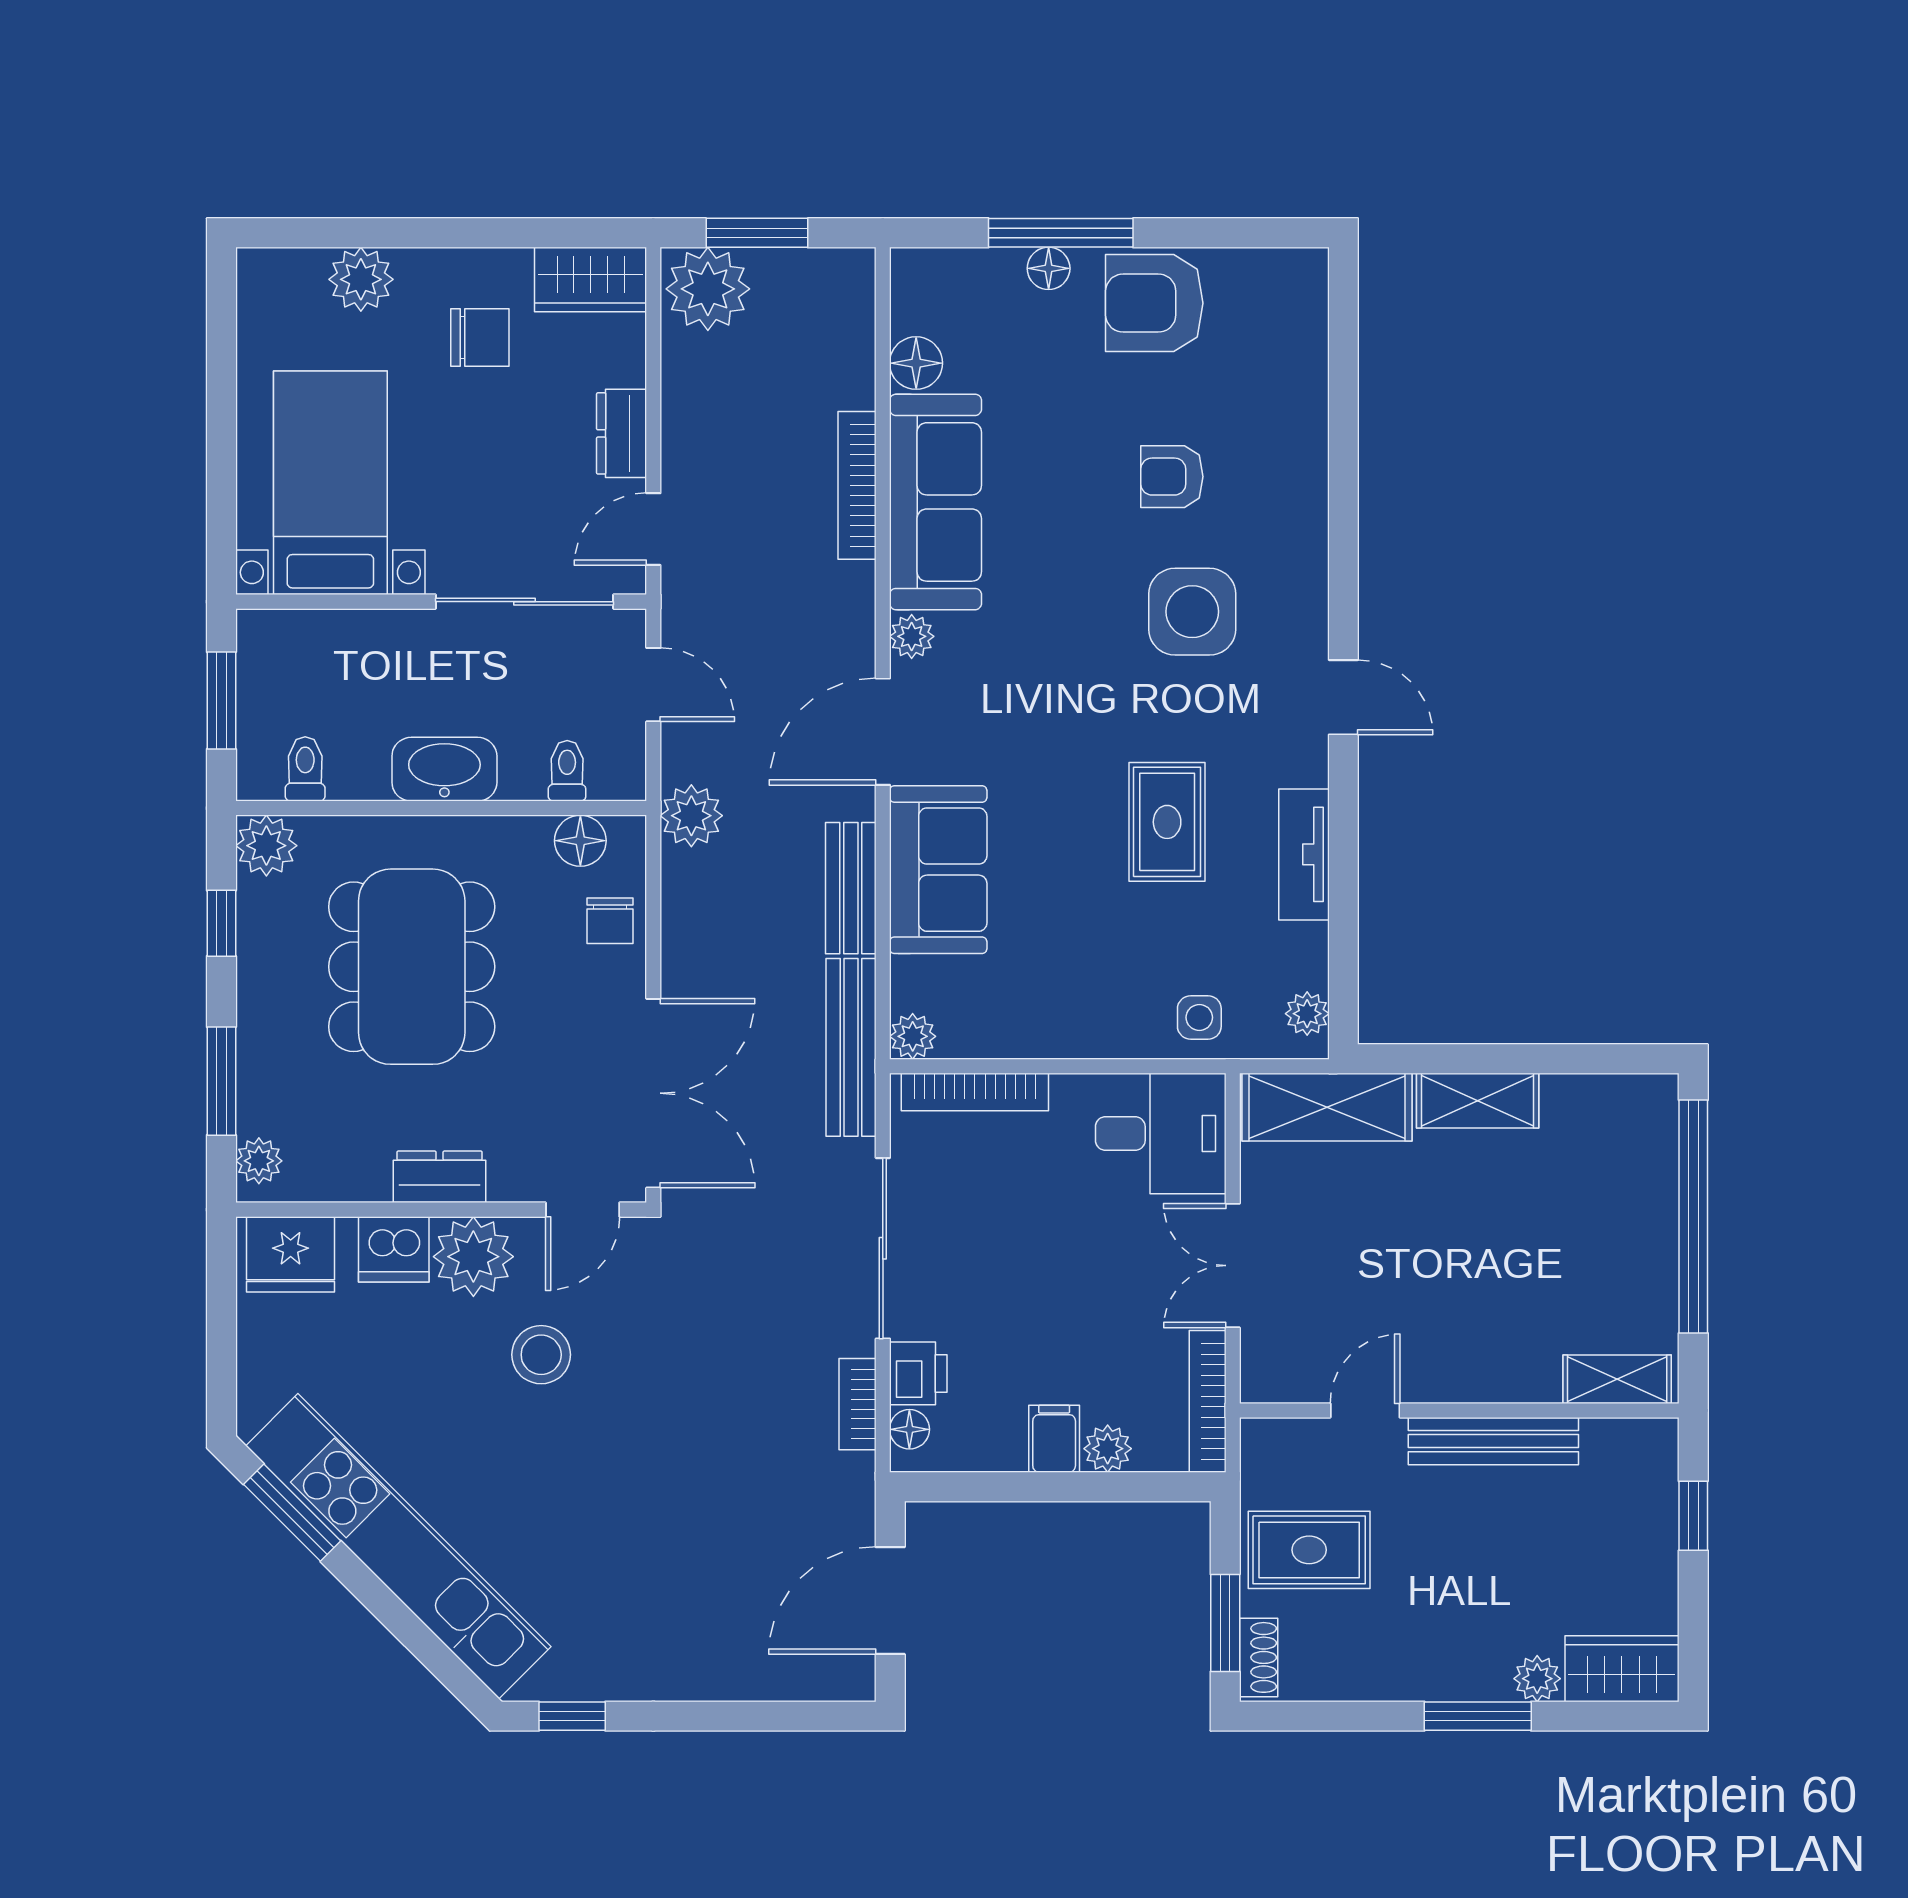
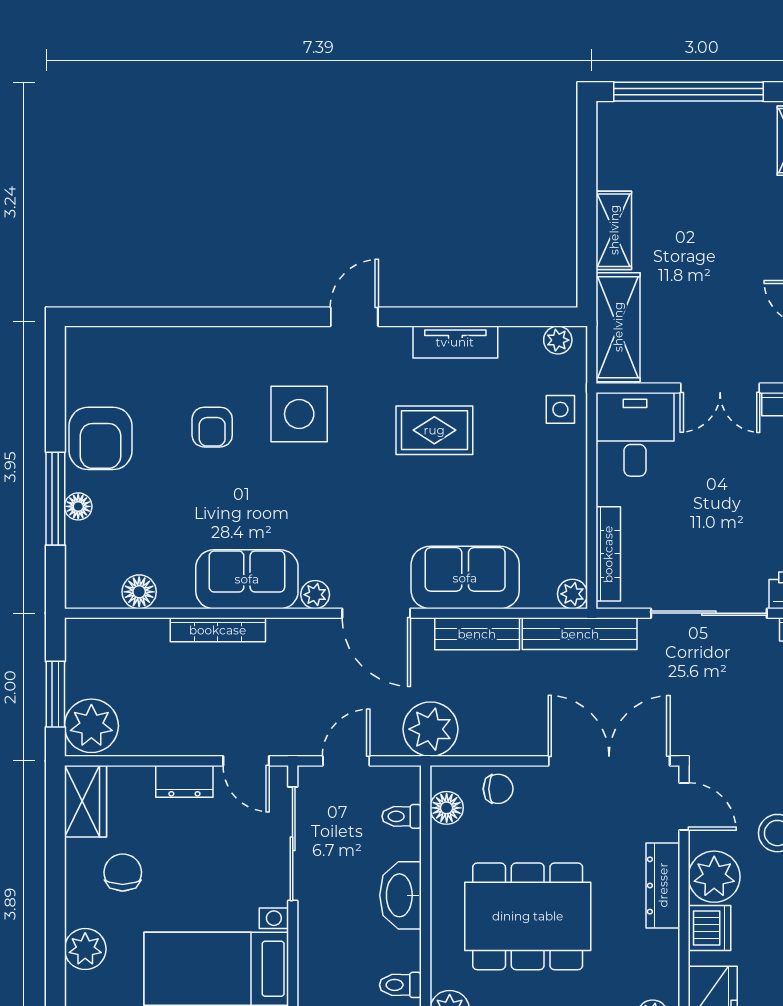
sofa: (936, 502) -> (247, 579), width x0.73
plant: (691, 816) -> (430, 729), width x1.36, depth x1.36
dresser: (440, 1177) -> (663, 885), width x1.44

